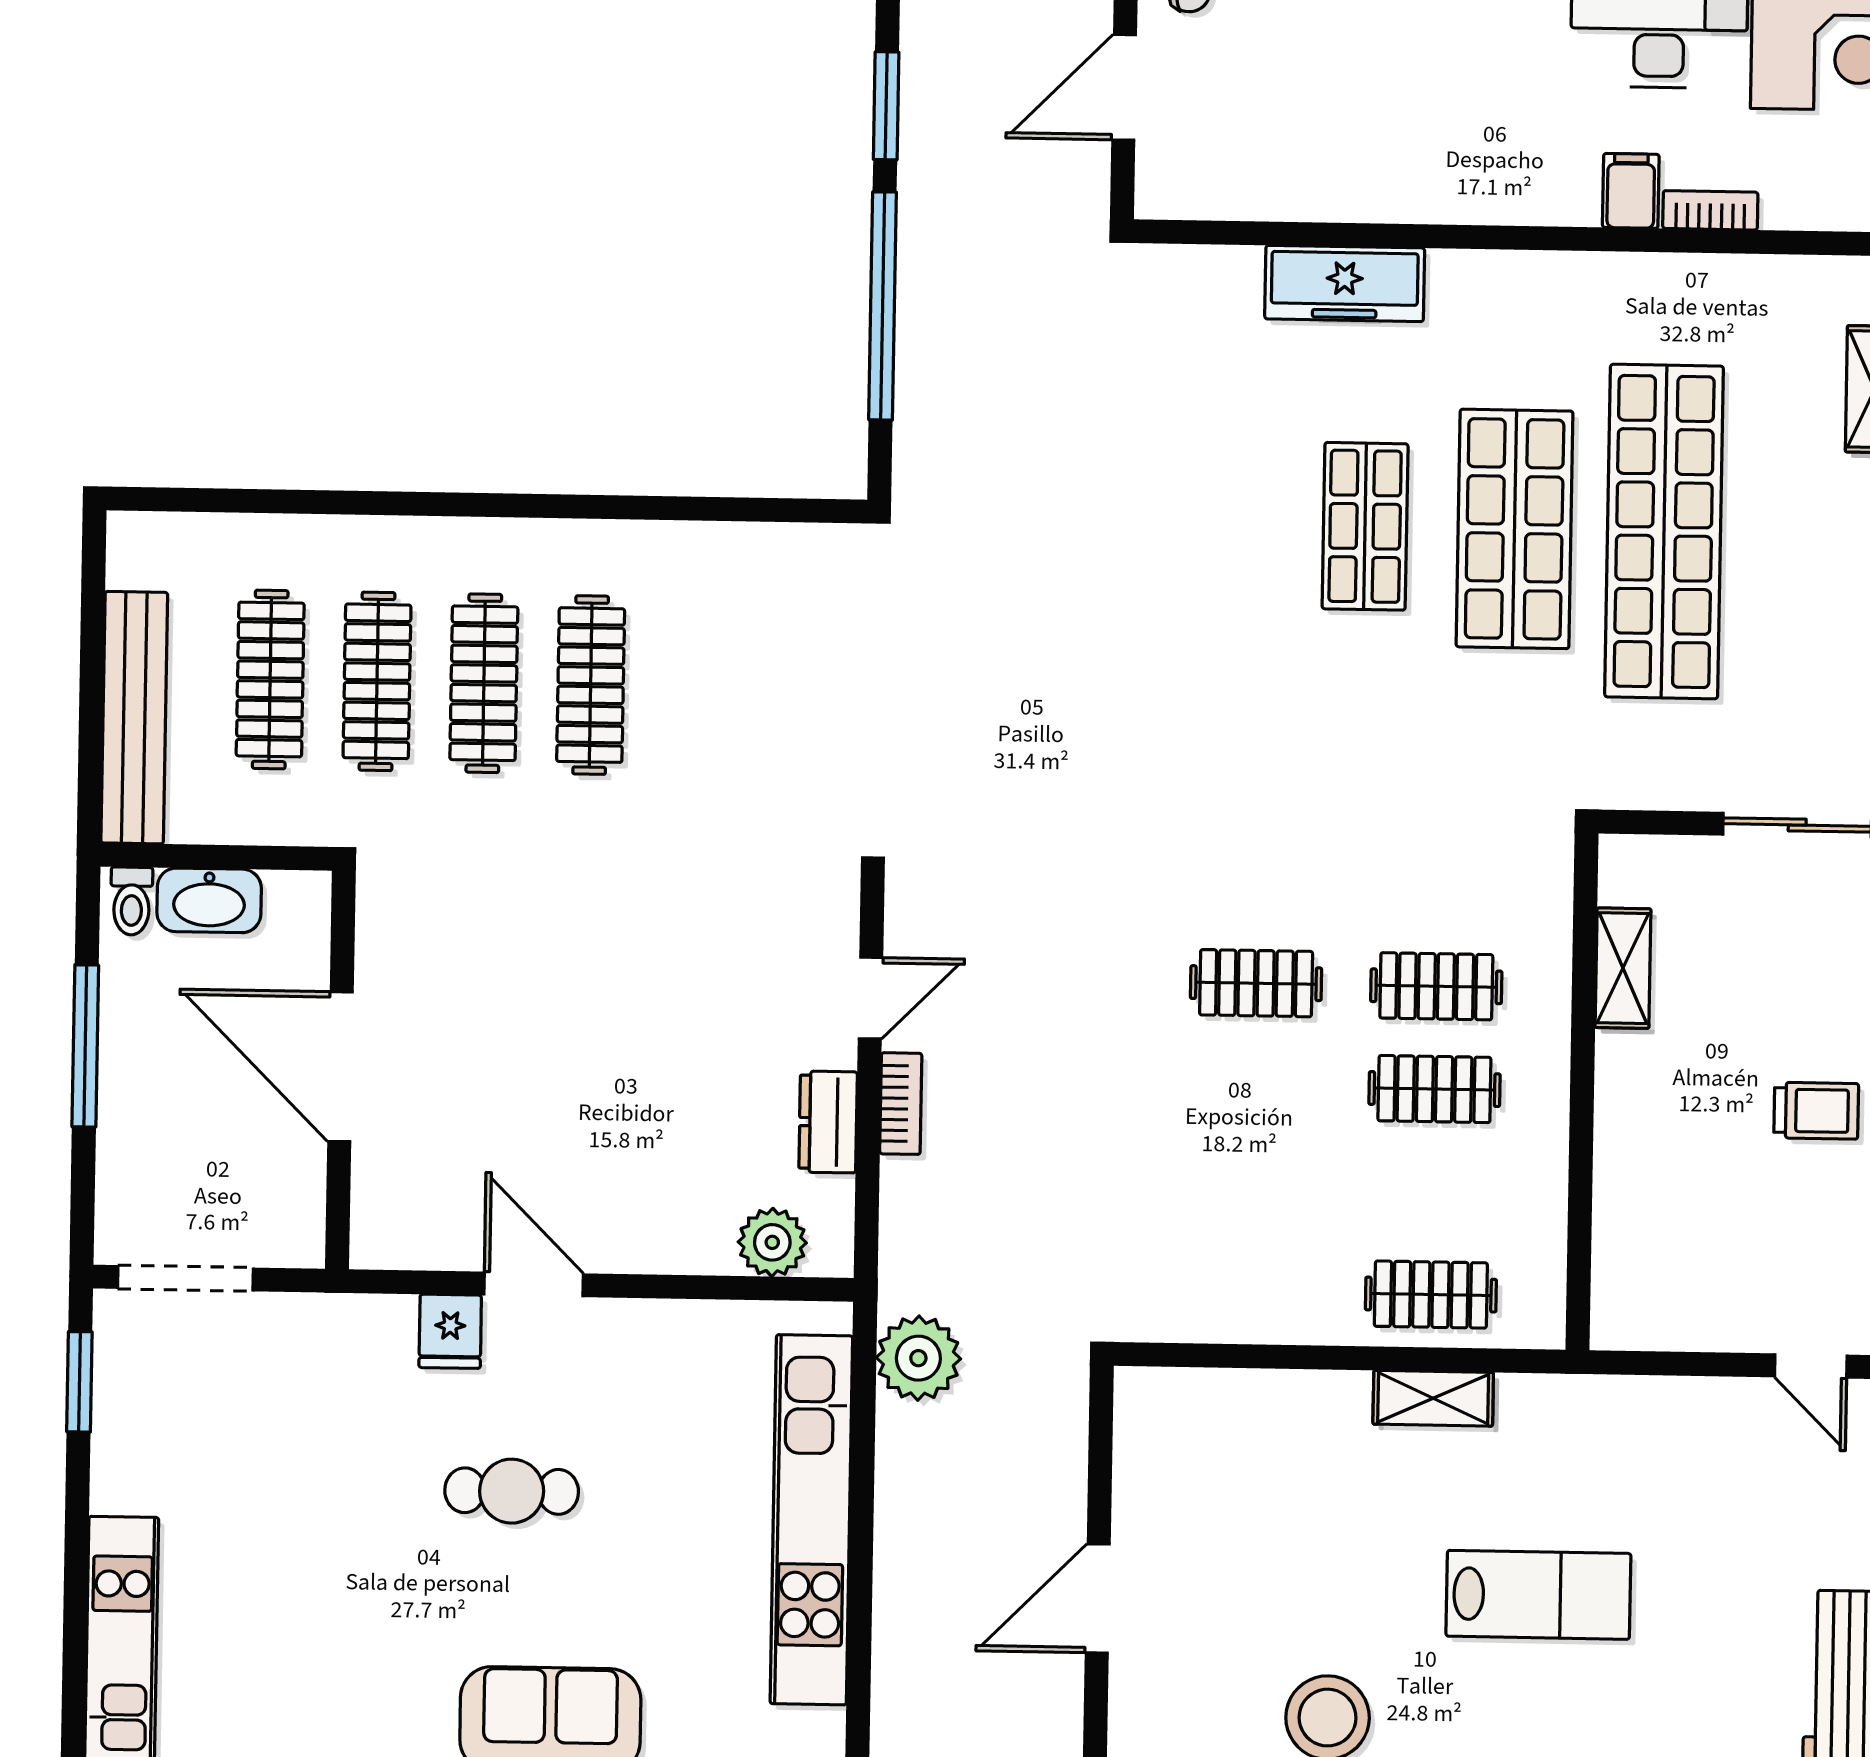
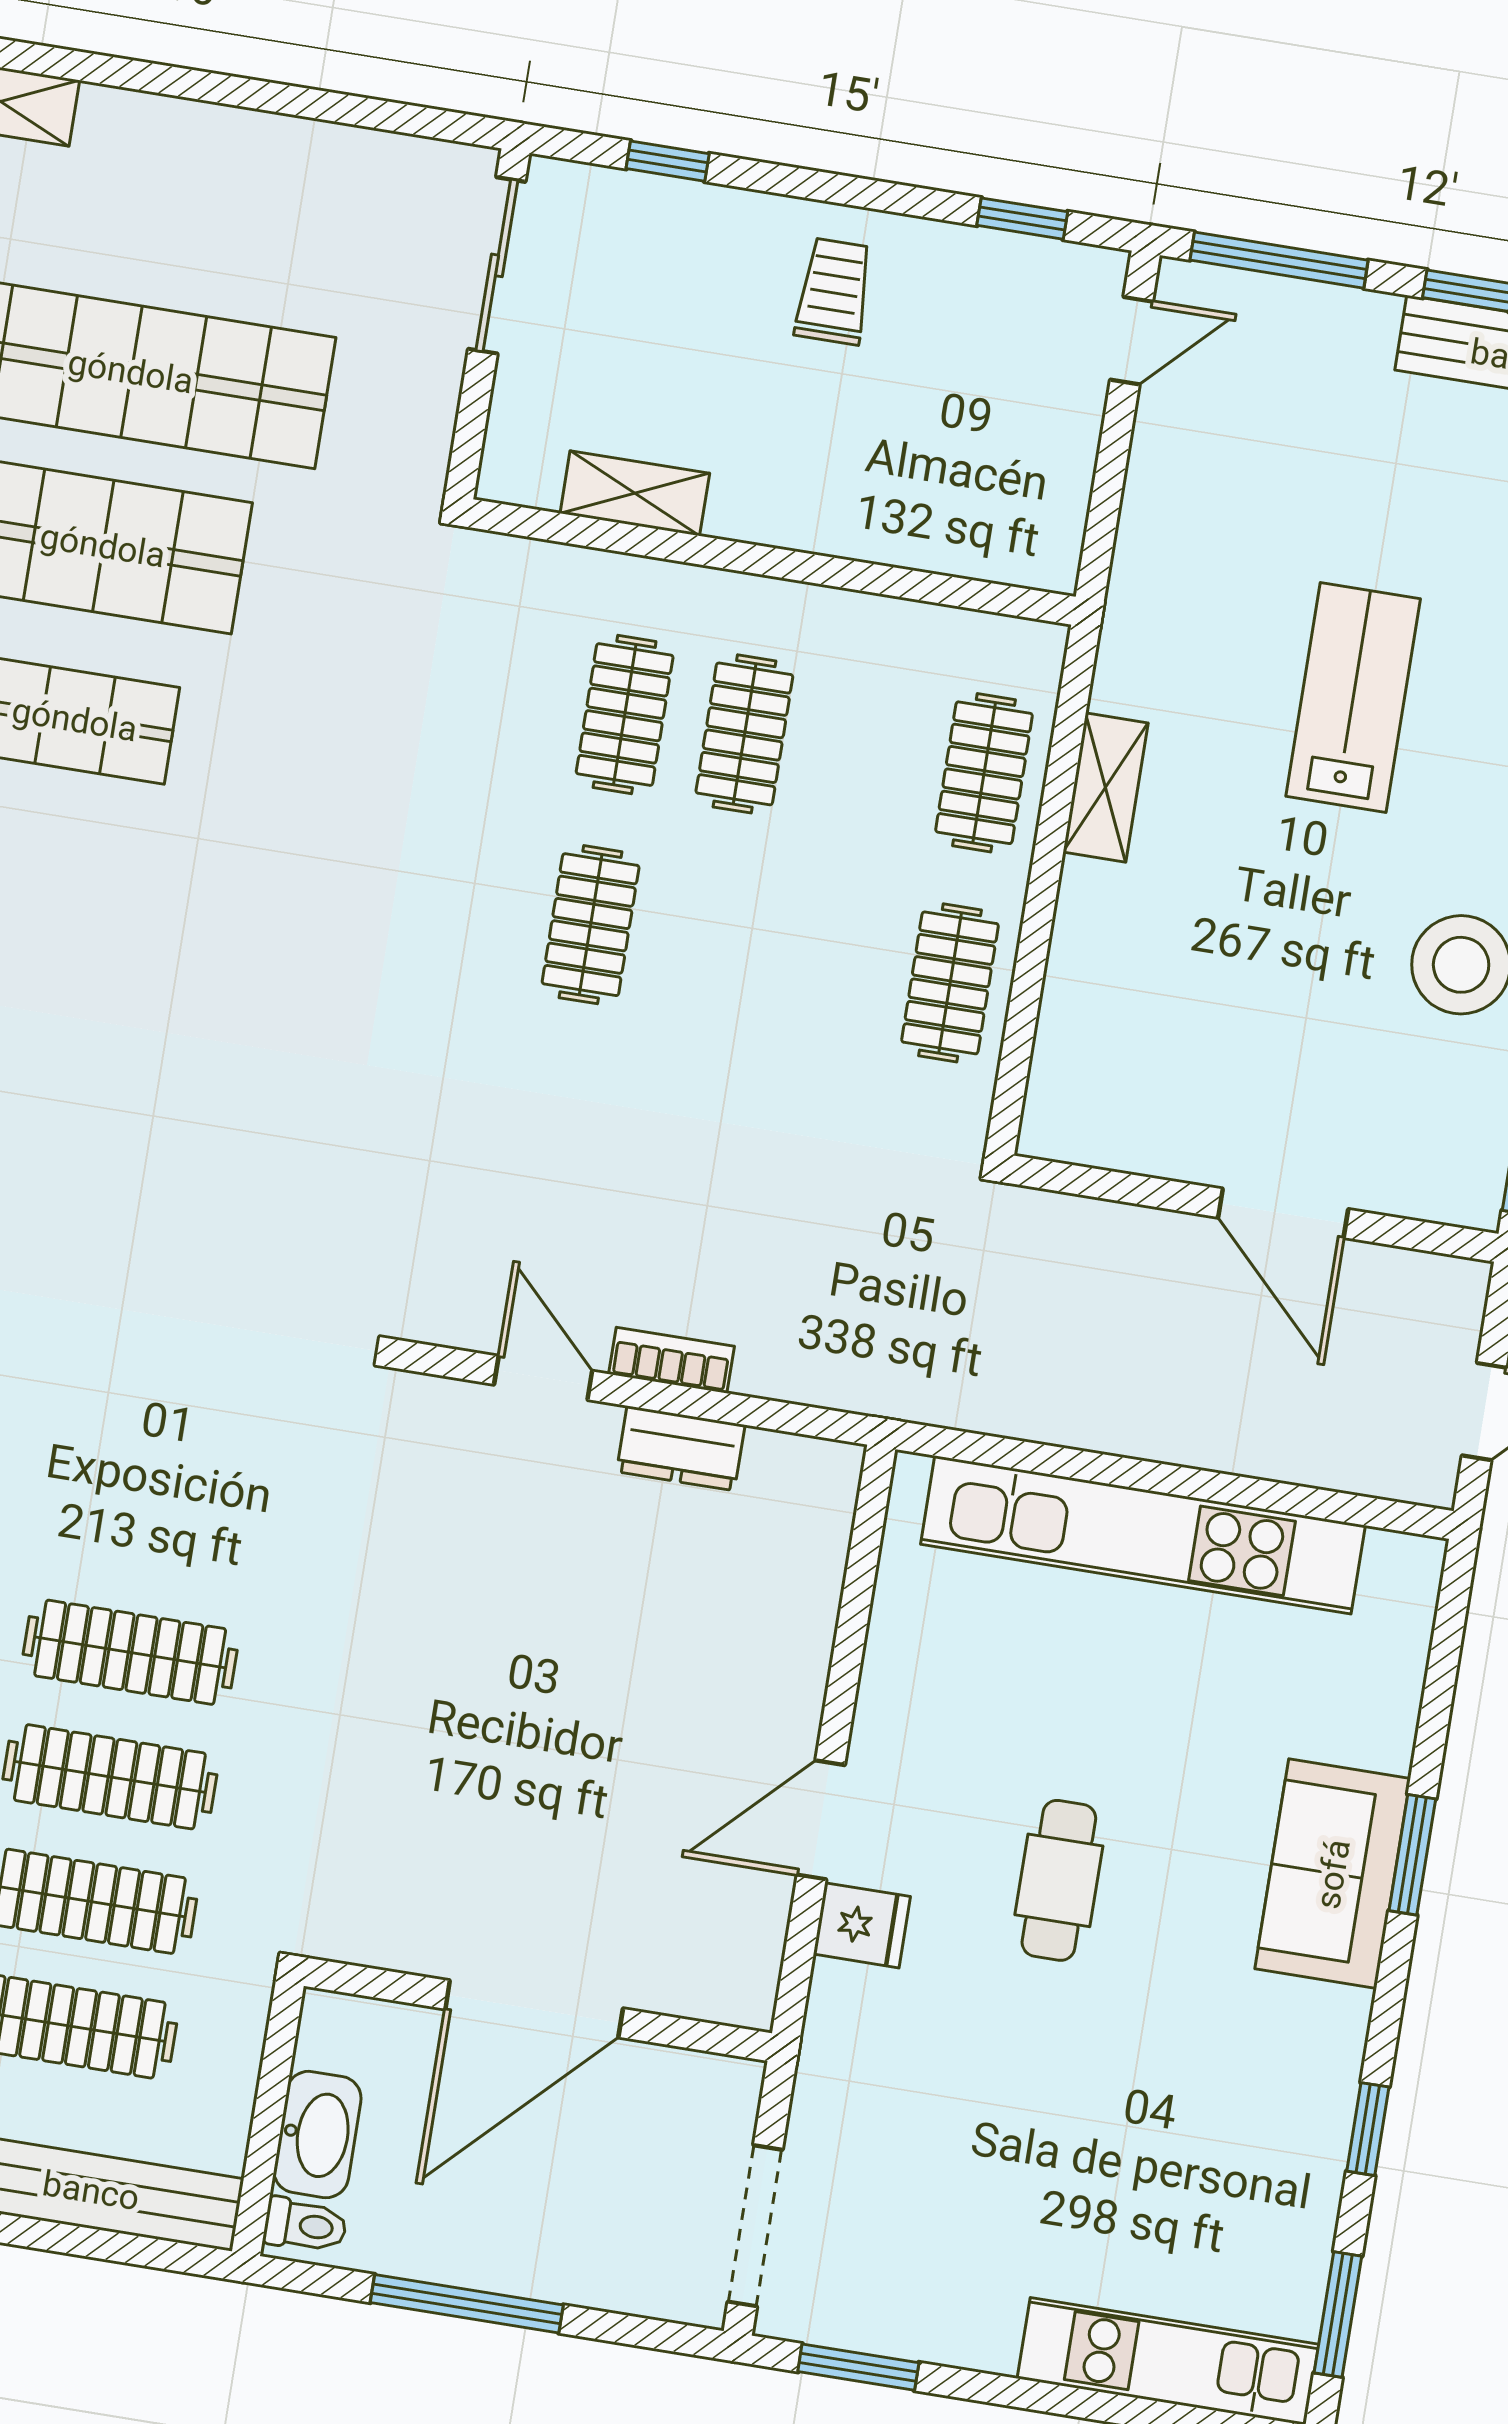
plant: (772, 1242) -> (812, 1534), removed
clothes rail: (1251, 1291) -> (950, 983), added
plant: (918, 1358) -> (972, 1382), removed

